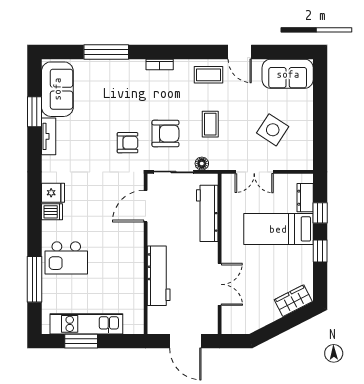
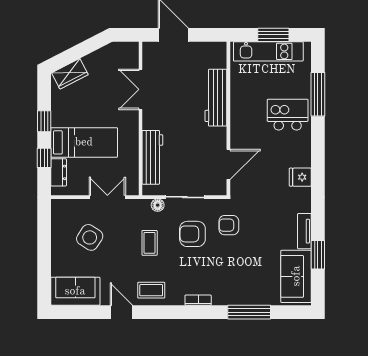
door: (146, 206) -> (228, 164), moved
dishwasher: (52, 212) -> (301, 159), removed
wall: (146, 254) -> (228, 119), moved
workbench: (159, 276) -> (216, 98), moved

